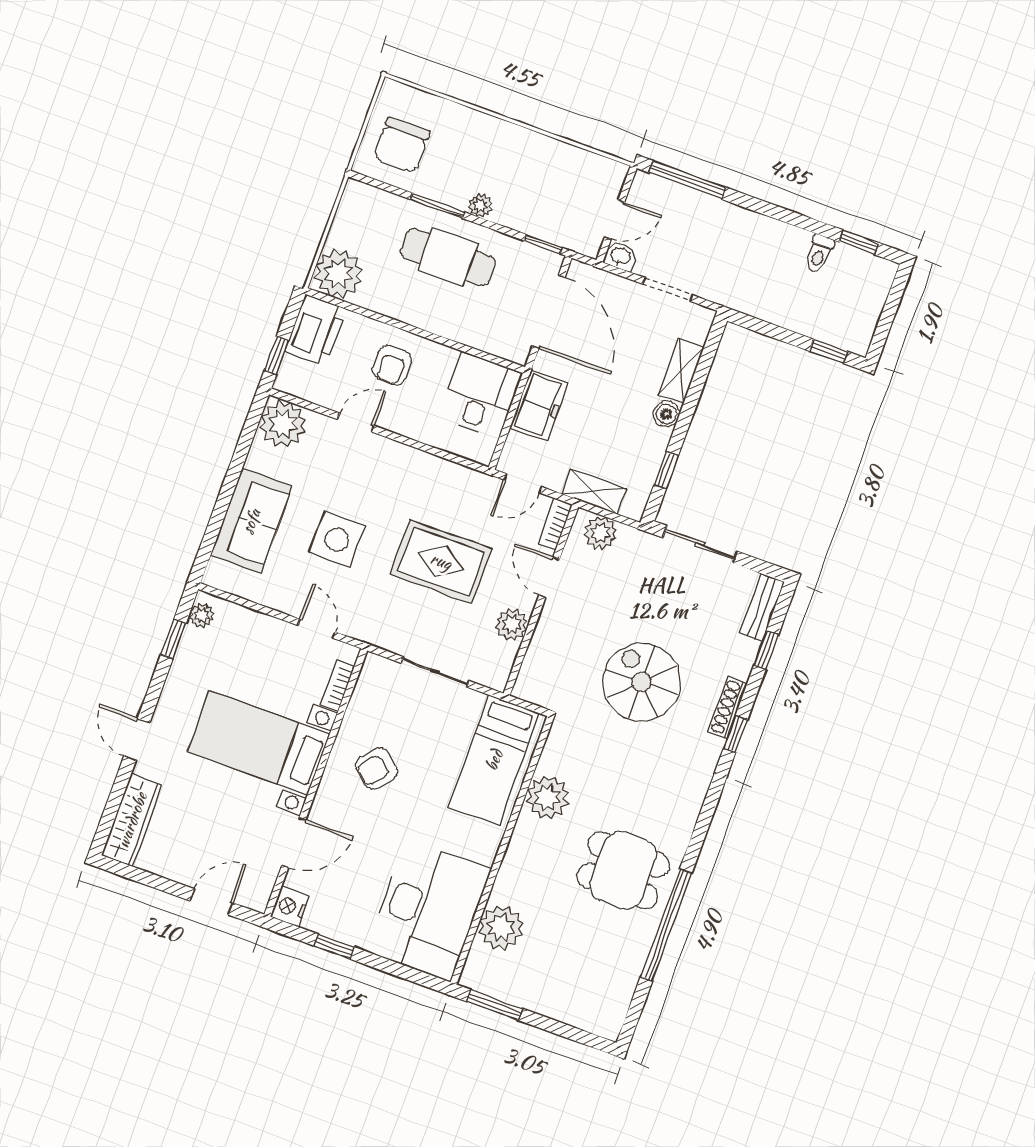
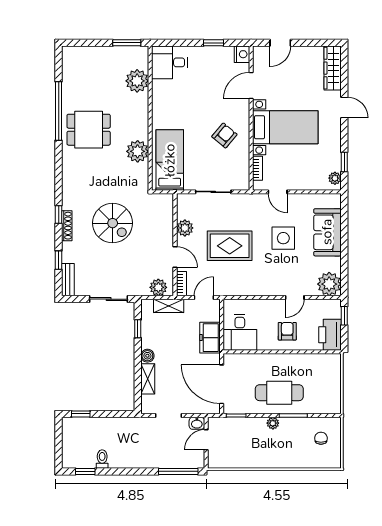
chair: (402, 145) -> (321, 438), width x0.54, depth x0.54
plant: (339, 274) -> (329, 366), removed
desk: (429, 910) -> (169, 62), width x0.53, depth x0.77

